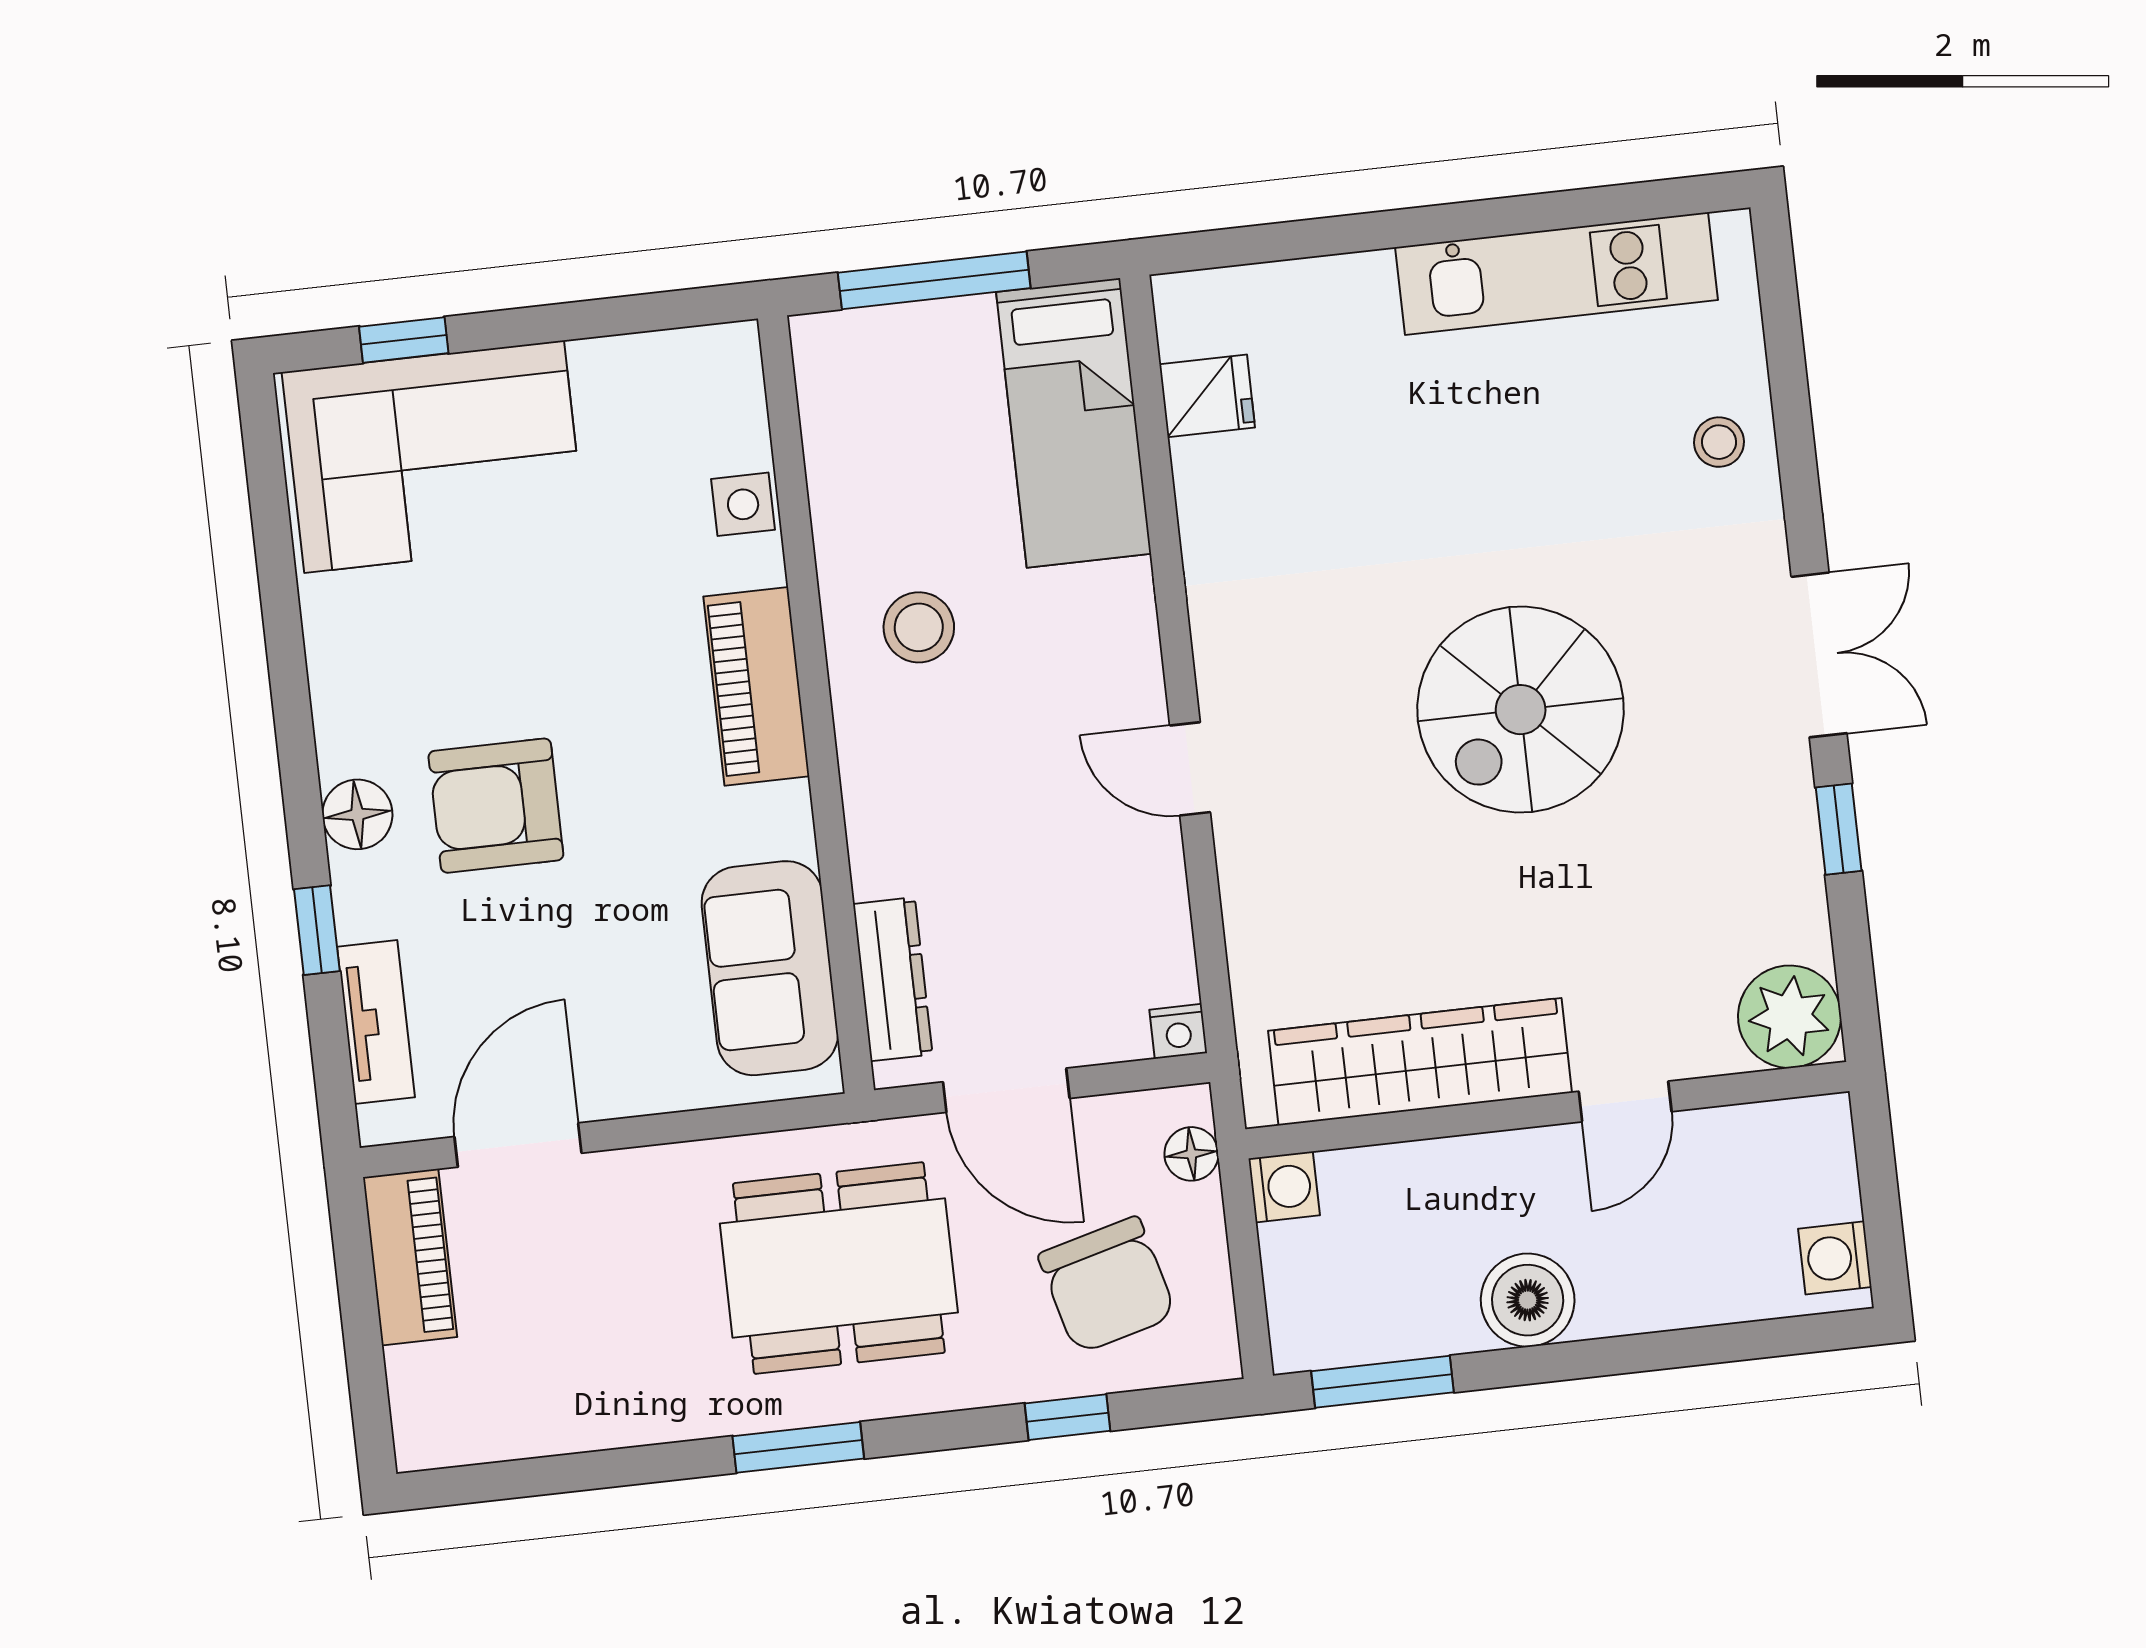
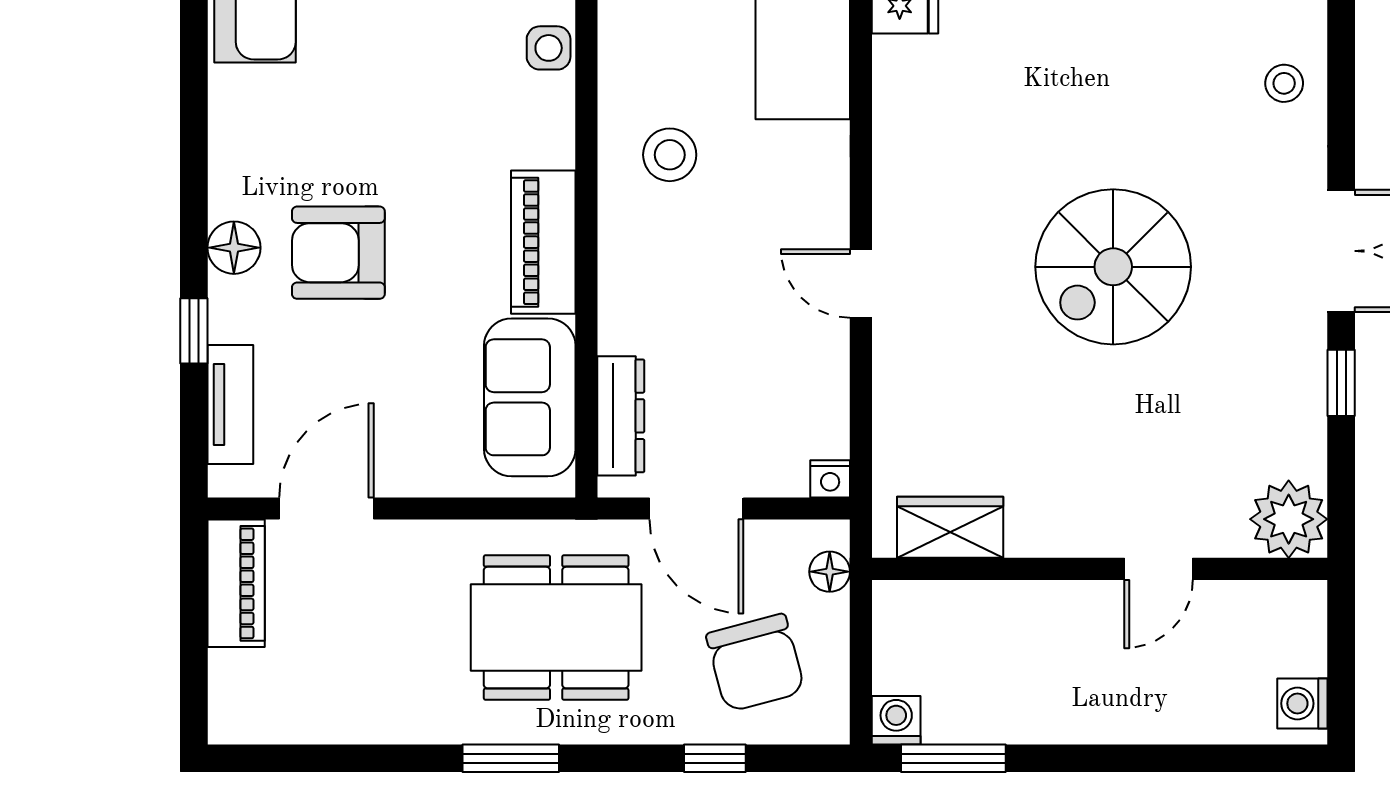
piano: (756, 686) -> (543, 242), moved
wardrobe: (1420, 1062) -> (950, 527), width x0.48, depth x0.85
washing machine: (1284, 1187) -> (896, 720), moved, turned -90
boiler: (1528, 1300) -> (1069, 709), removed

